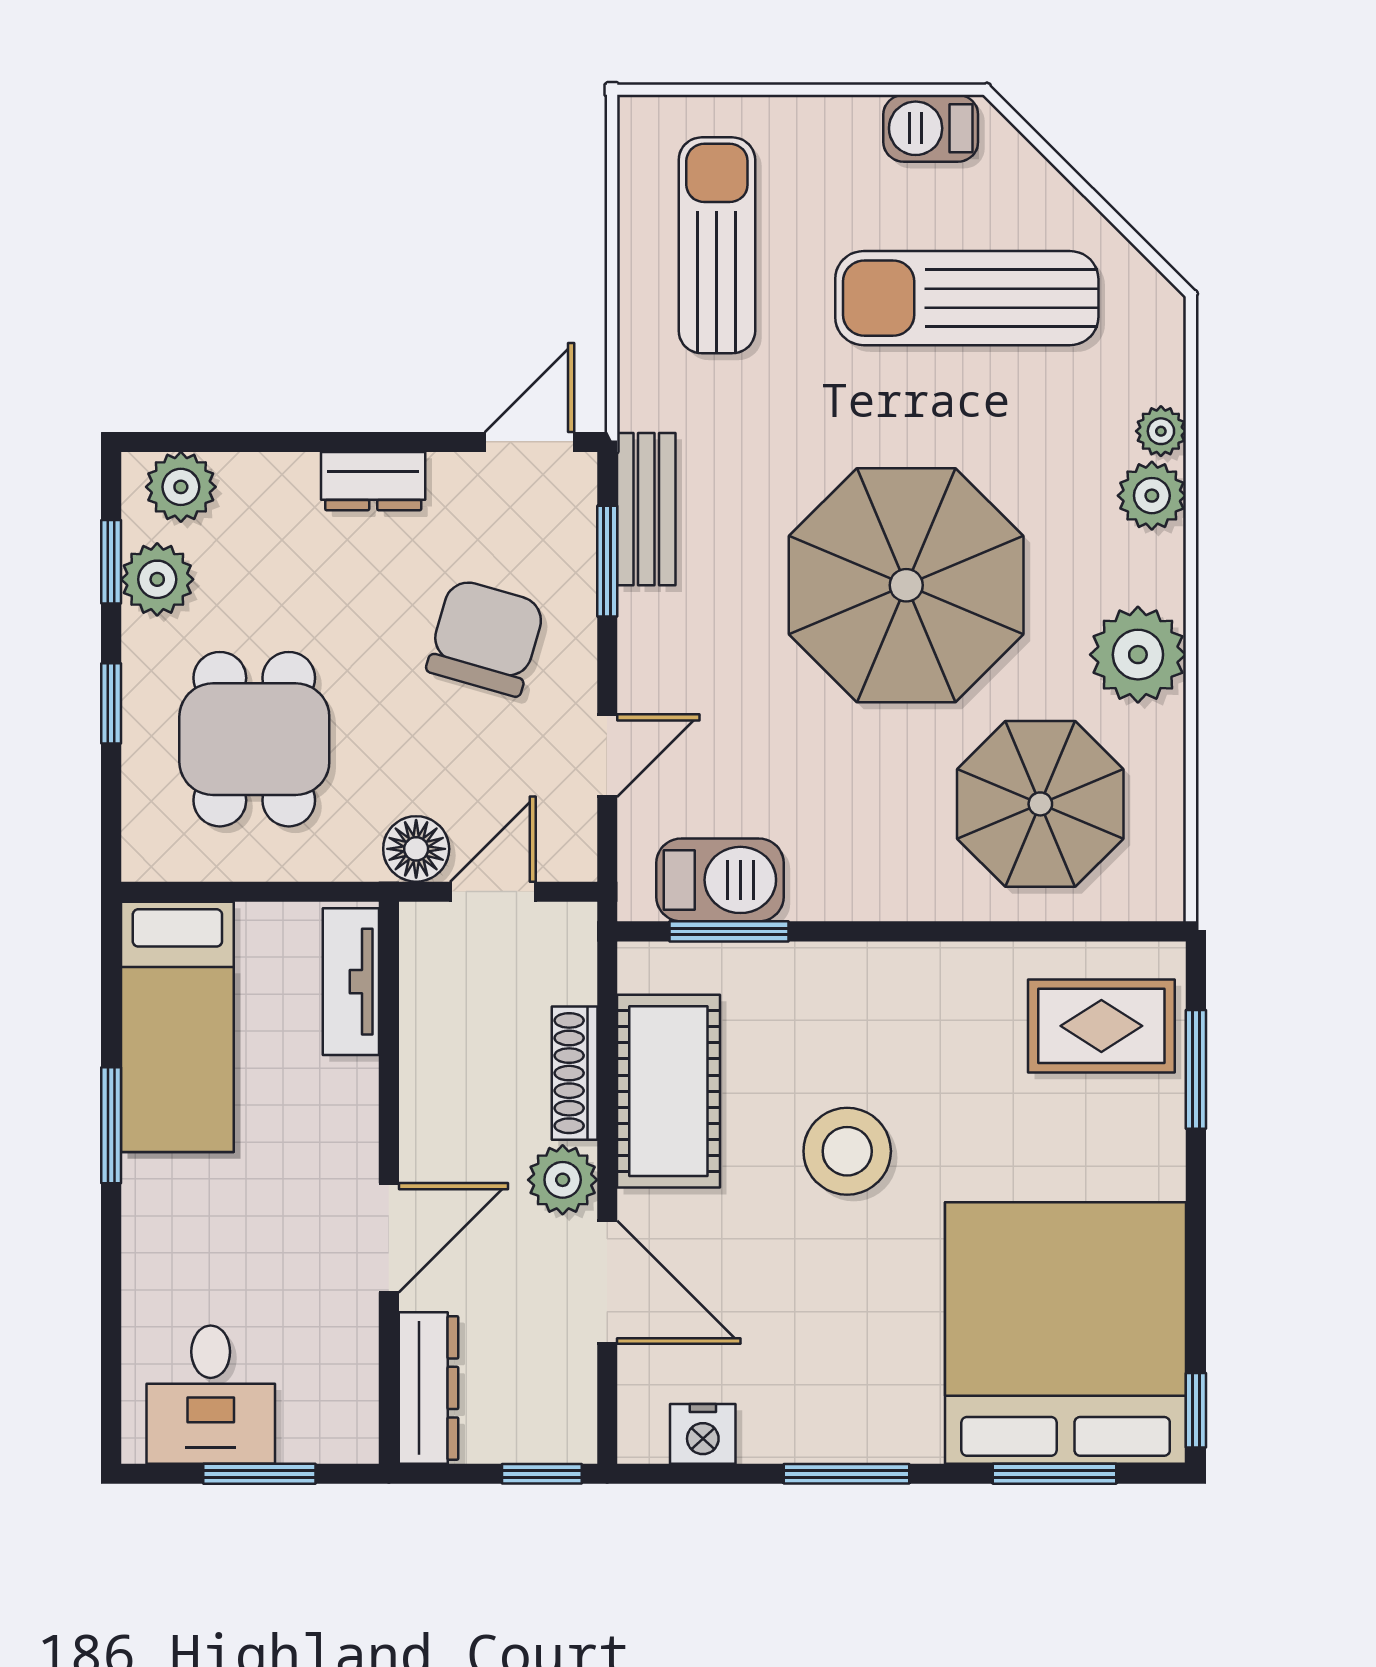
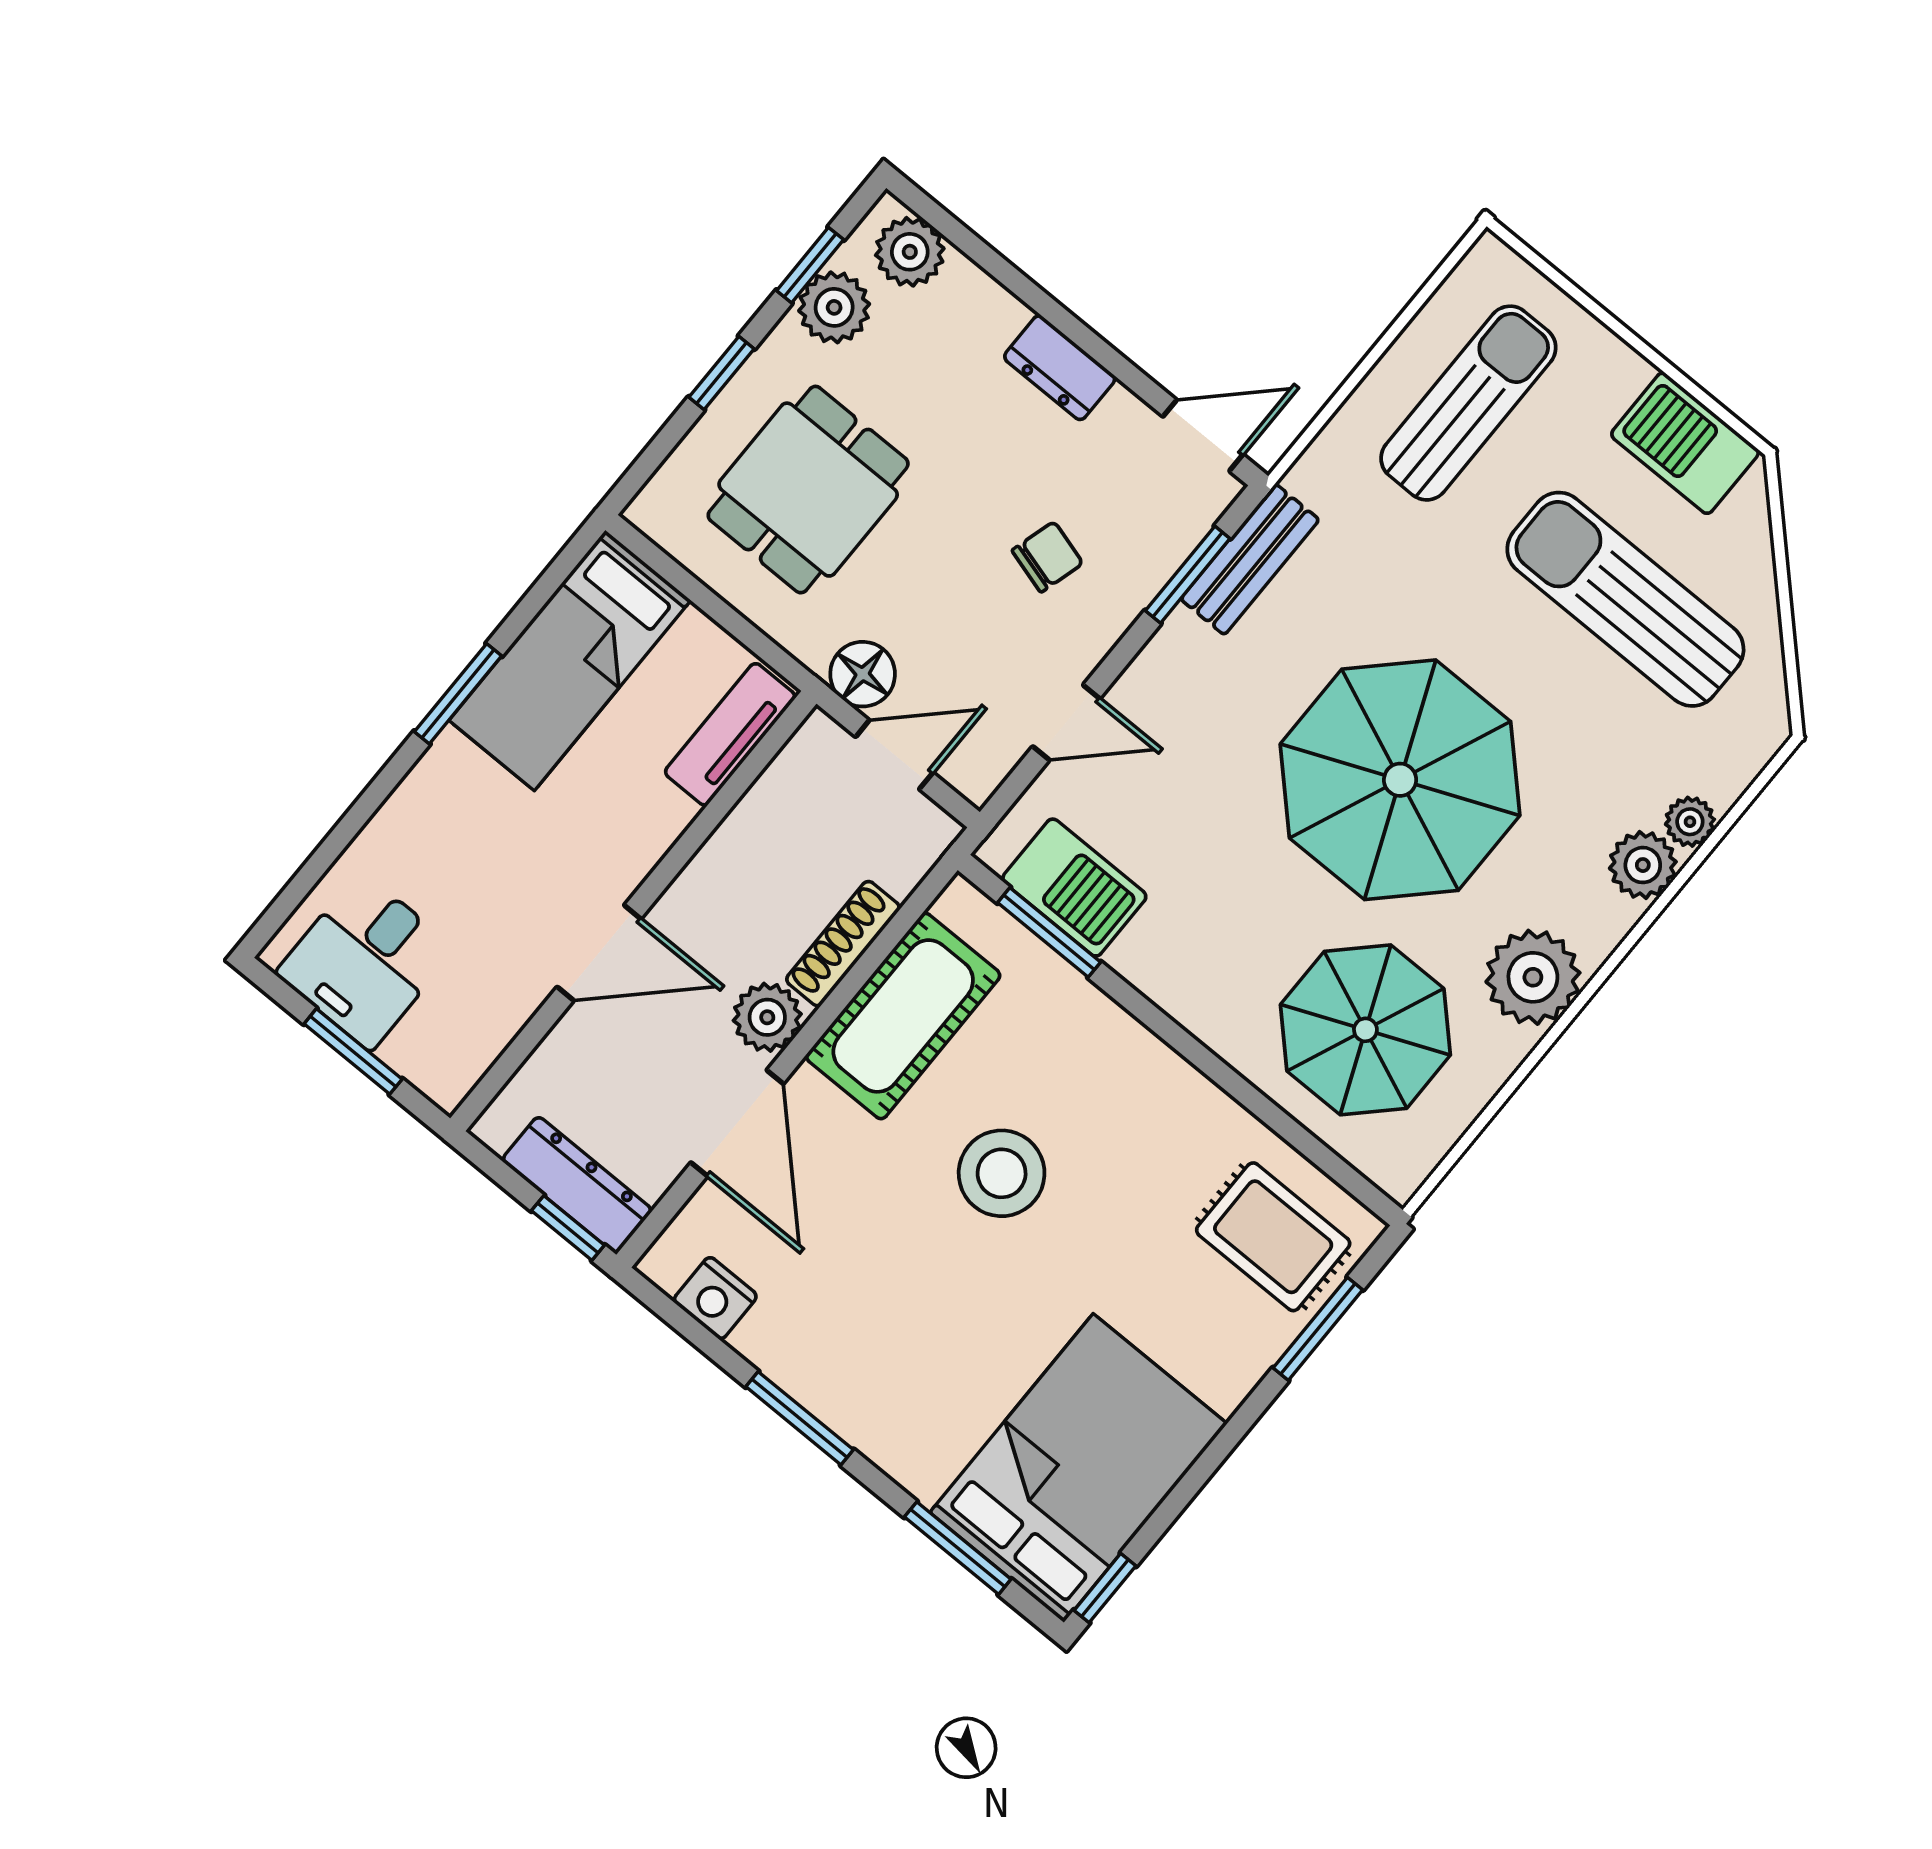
barbecue: (931, 128) -> (1685, 443), width x1.38, depth x1.27
chair: (486, 638) -> (1047, 557), width x0.54, depth x0.54
bed: (1066, 1333) -> (1078, 1468), width x0.73
dresser: (429, 1388) -> (577, 1185), moved, turned -90

